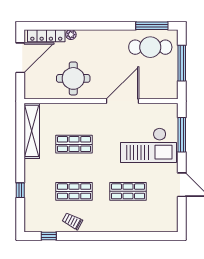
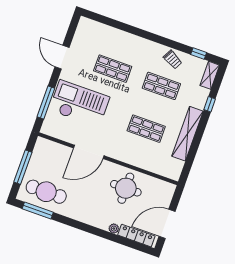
shelving: (32, 131) -> (187, 134), moved
shelving: (30, 219) -> (210, 75), added

